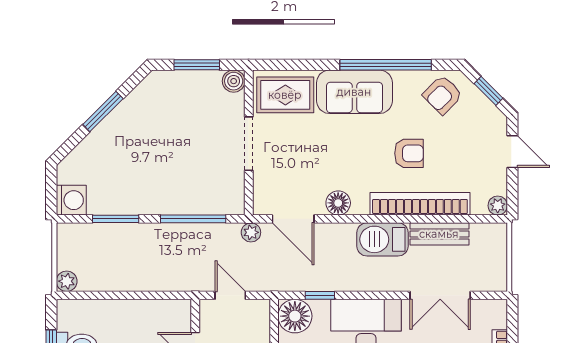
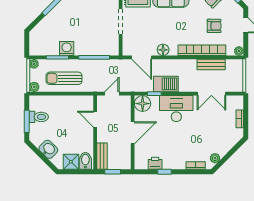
armchair: (409, 153) -> (214, 26), moved
washing machine: (71, 200) -> (67, 48), moved, turned -90
plant: (251, 232) -> (34, 64), moved
barbecue: (382, 239) -> (166, 84), moved, turned 180
sun lounger: (130, 263) -> (64, 78), added
door: (230, 295) -> (112, 94), hinge flipped

